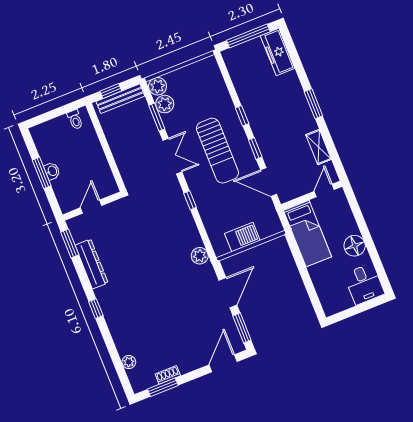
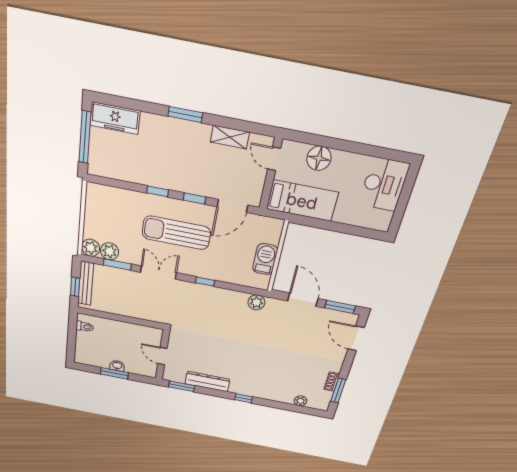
sun lounger: (217, 151) -> (176, 233), turned 180
floor lamp: (355, 246) -> (319, 158), moved
desk: (364, 284) -> (384, 184), width x1.37

